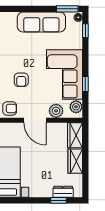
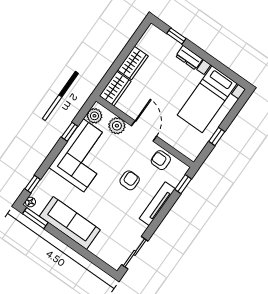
dresser: (63, 192) -> (189, 58), moved

